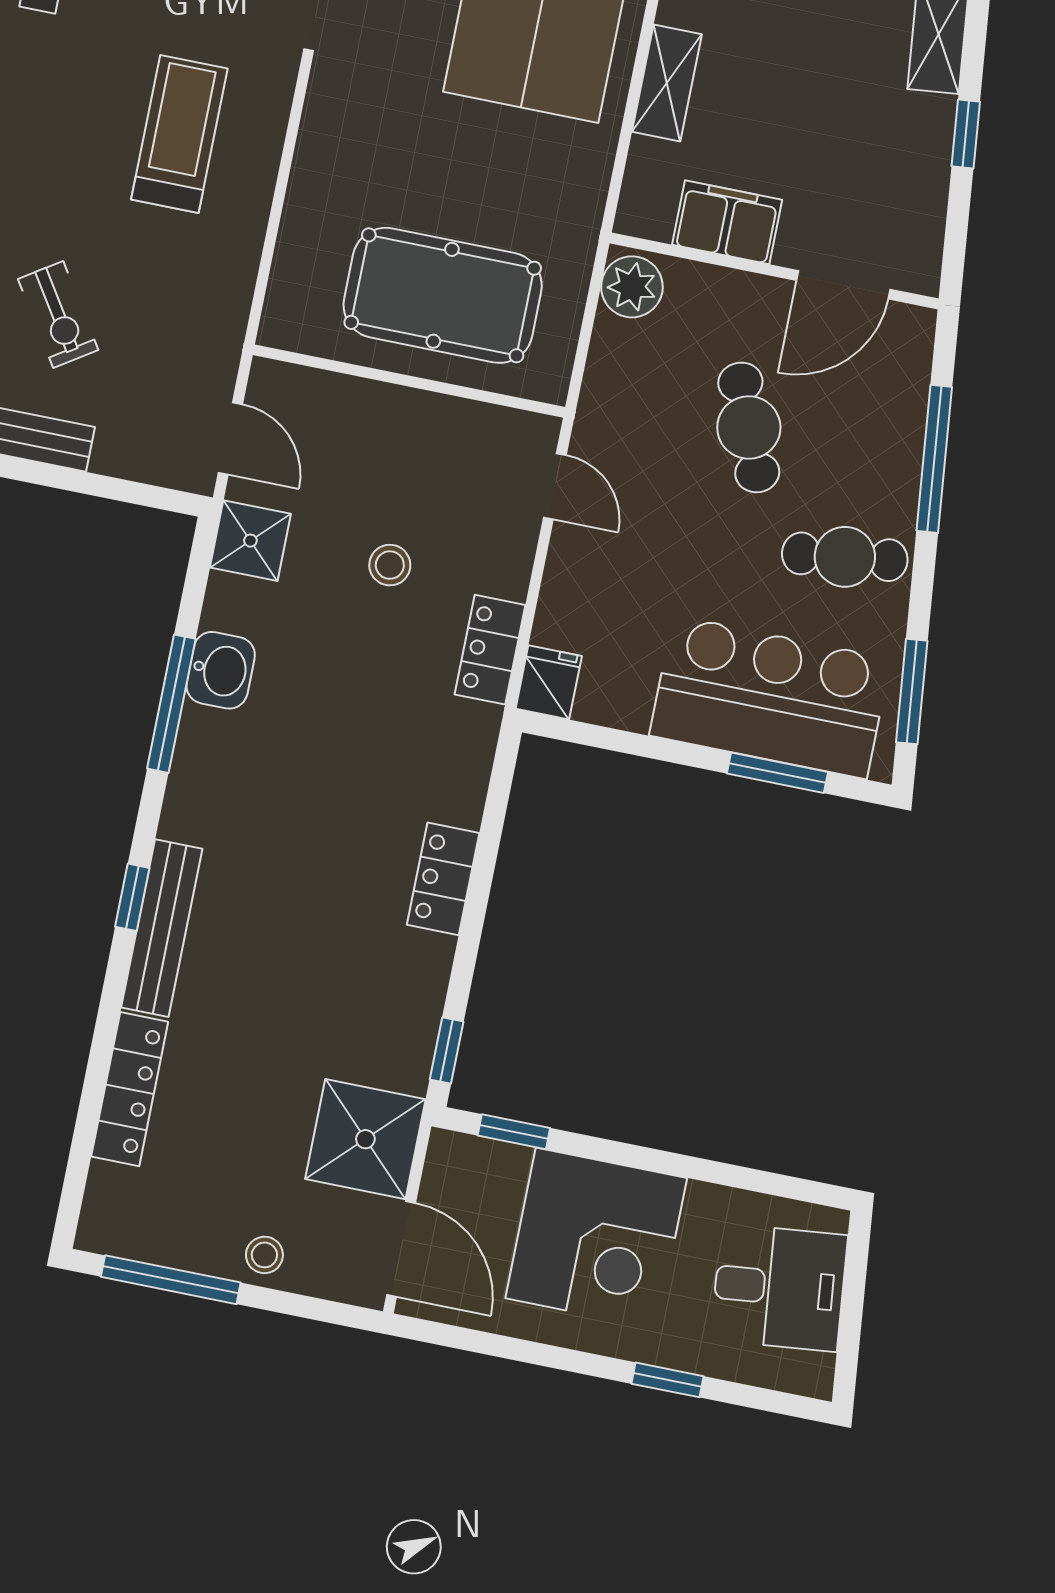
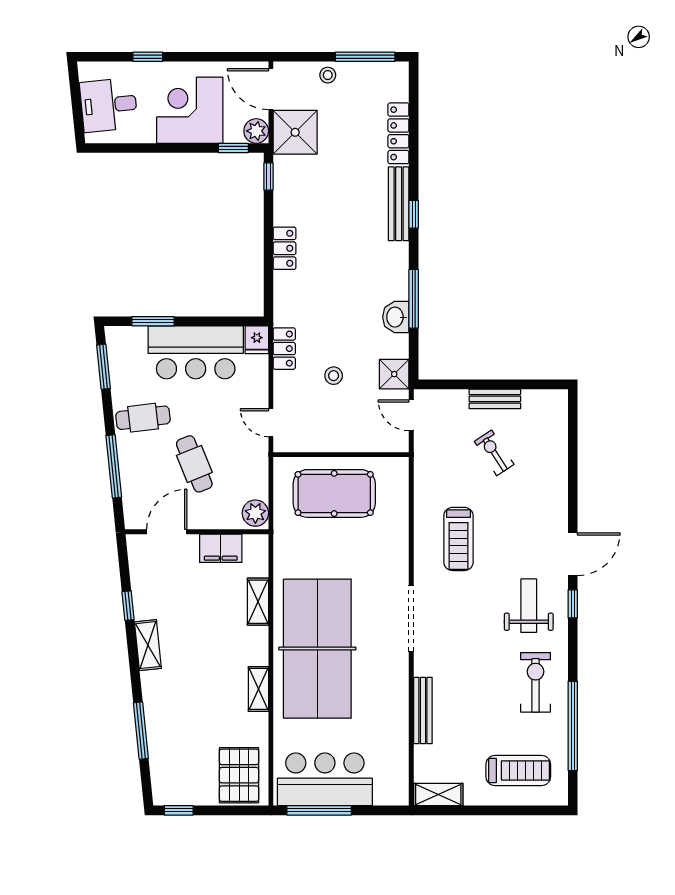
bar counter: (770, 697) -> (196, 352), moved
plant: (454, 1160) -> (256, 131), added

